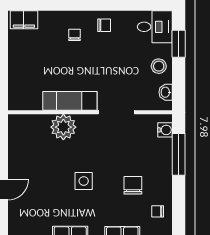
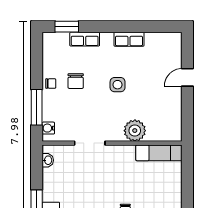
stool: (159, 66) -> (54, 182), removed
exam couch: (70, 101) -> (159, 153), moved
chair: (158, 211) -> (51, 84), moved

